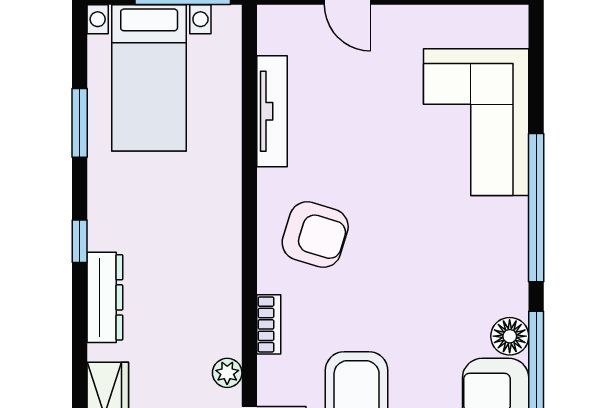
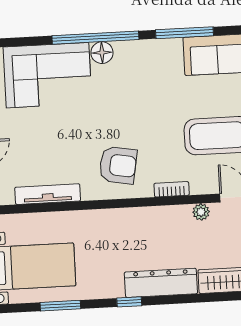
armchair: (315, 235) -> (118, 165), turned 83
dresser: (105, 297) -> (161, 283), width x1.37, depth x1.24
floor lamp: (510, 336) -> (102, 53), moved

